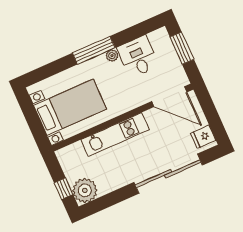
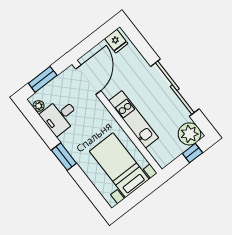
window: (94, 50) -> (64, 157), width x0.69
plant: (112, 56) -> (39, 106), moved
sliding door: (168, 174) -> (175, 88), moved

